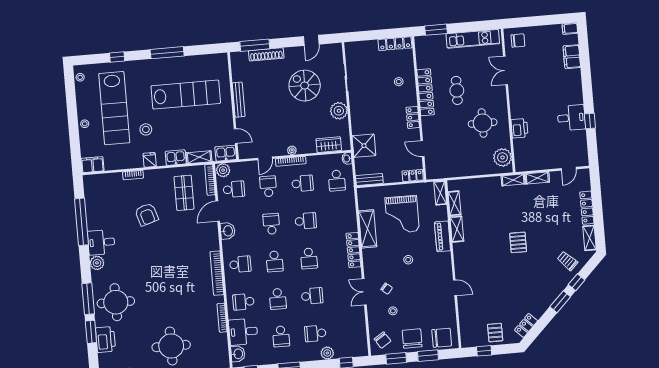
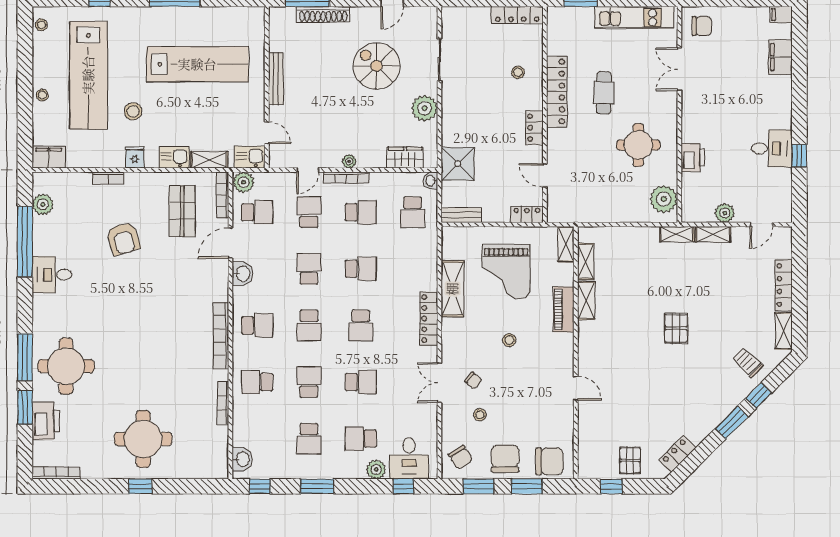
plant: (544, 163) -> (725, 213), added
plant: (97, 263) -> (43, 204), moved
school desk: (278, 299) -> (309, 382), turned 180
desk: (243, 332) -> (409, 458), moved, turned -90

